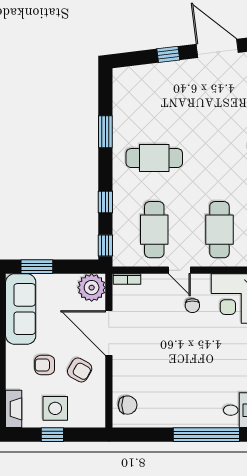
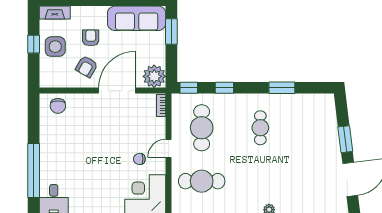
window: (168, 54) -> (345, 139), width x1.50
cafe table: (154, 158) -> (260, 128), width x0.73, depth x0.74
cafe table: (154, 230) -> (202, 128), turned 90

